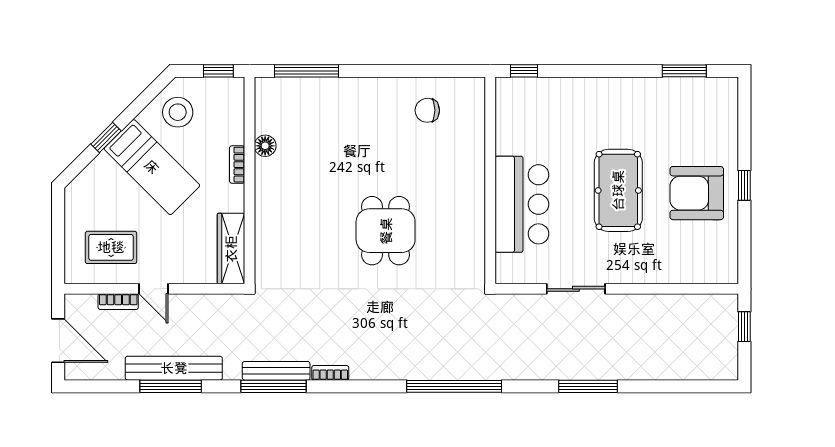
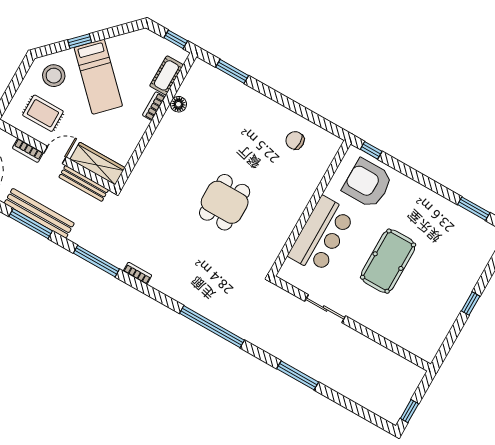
window: (307, 71) -> (232, 71), width x0.69
stool: (178, 112) -> (54, 76), moved
cot: (232, 120) -> (166, 75), added
armchair: (697, 193) -> (367, 183), moved
wardrobe: (231, 249) -> (97, 164), moved, turned 90
door: (153, 289) -> (55, 155), swing flipped
window: (744, 327) -> (409, 411), moved
bench: (276, 371) -> (84, 183), moved

